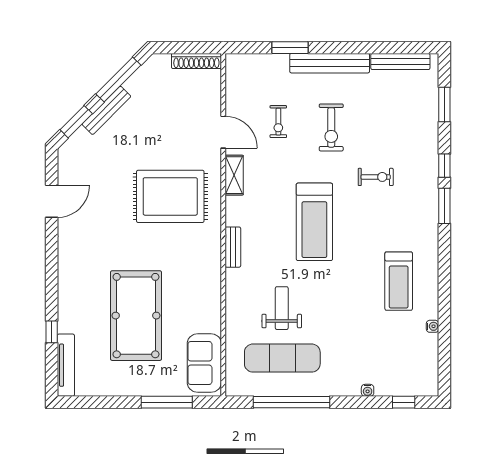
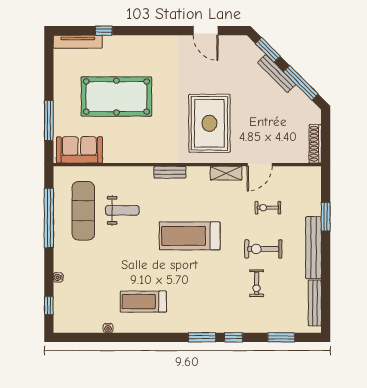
exercise bike: (376, 177) -> (257, 283), moved

